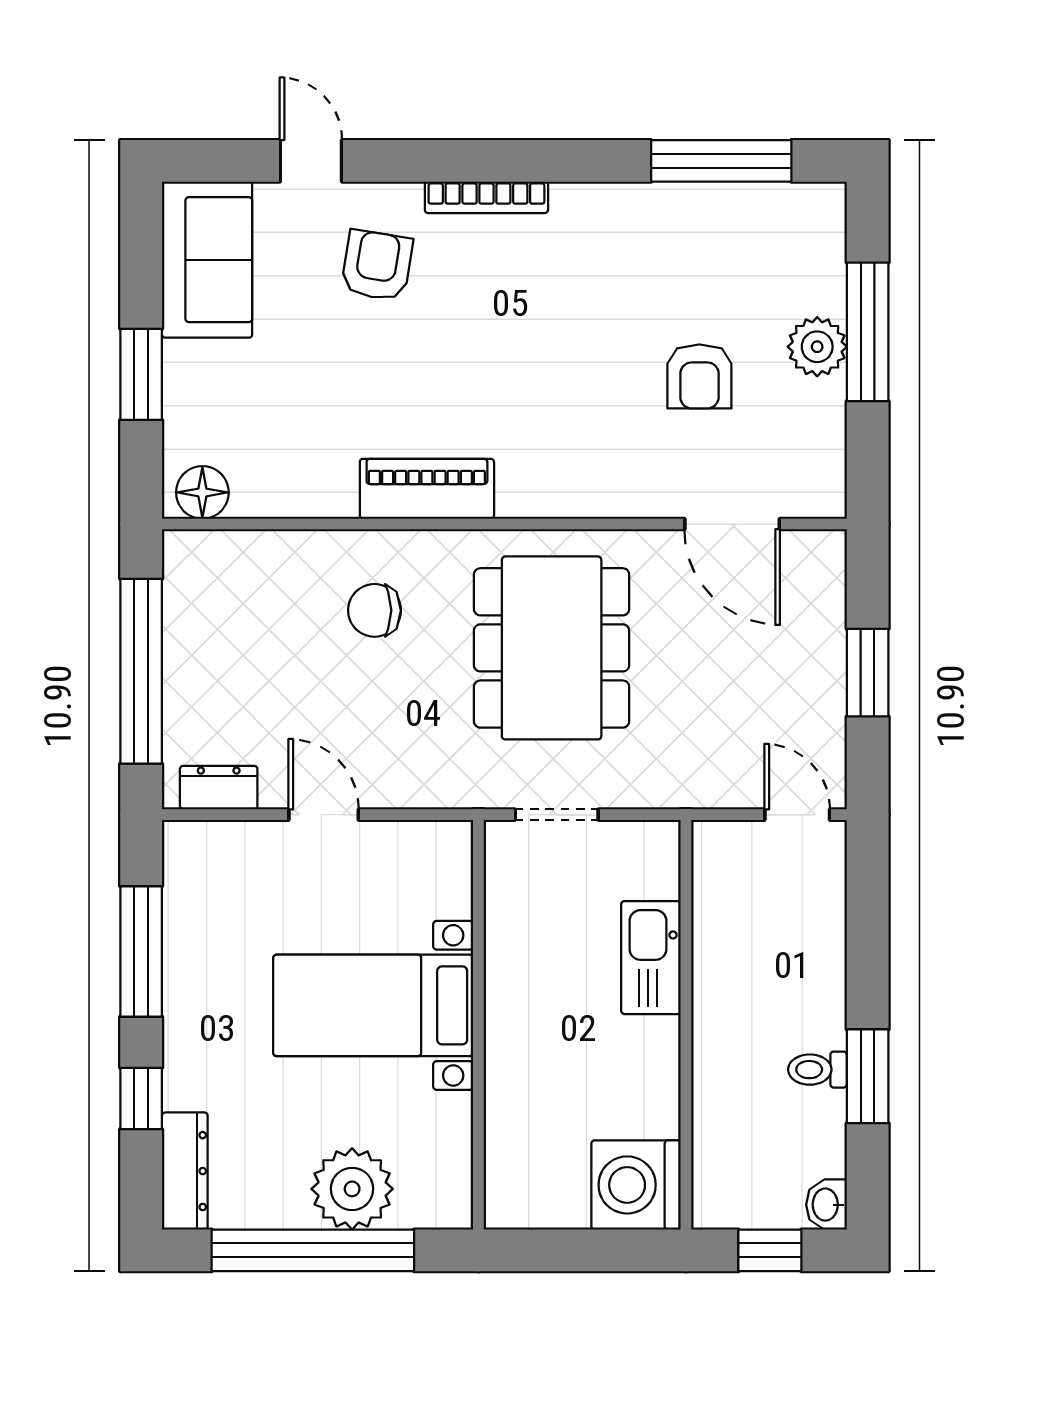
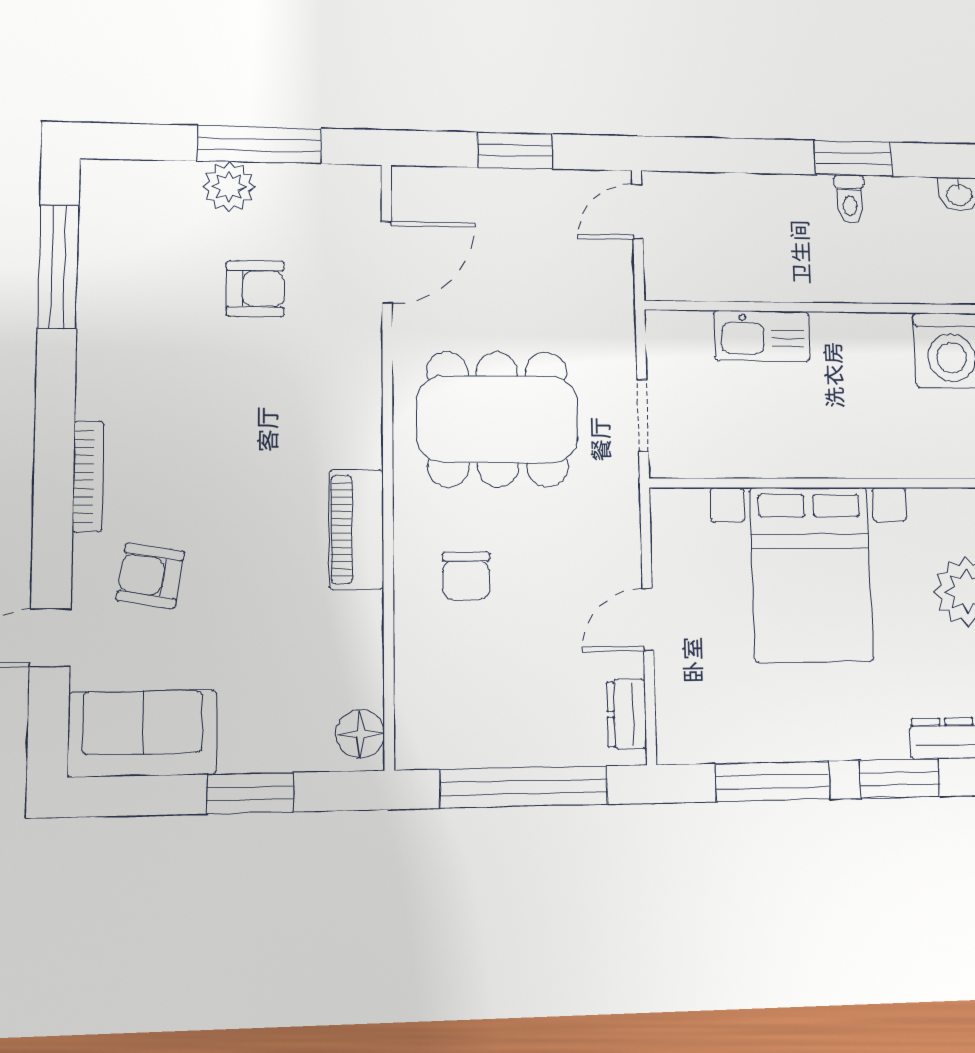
window: (868, 332) -> (260, 145), moved
bed with nightstands: (373, 1005) -> (811, 574), width x1.36
window: (141, 1098) -> (900, 779), width x1.50

